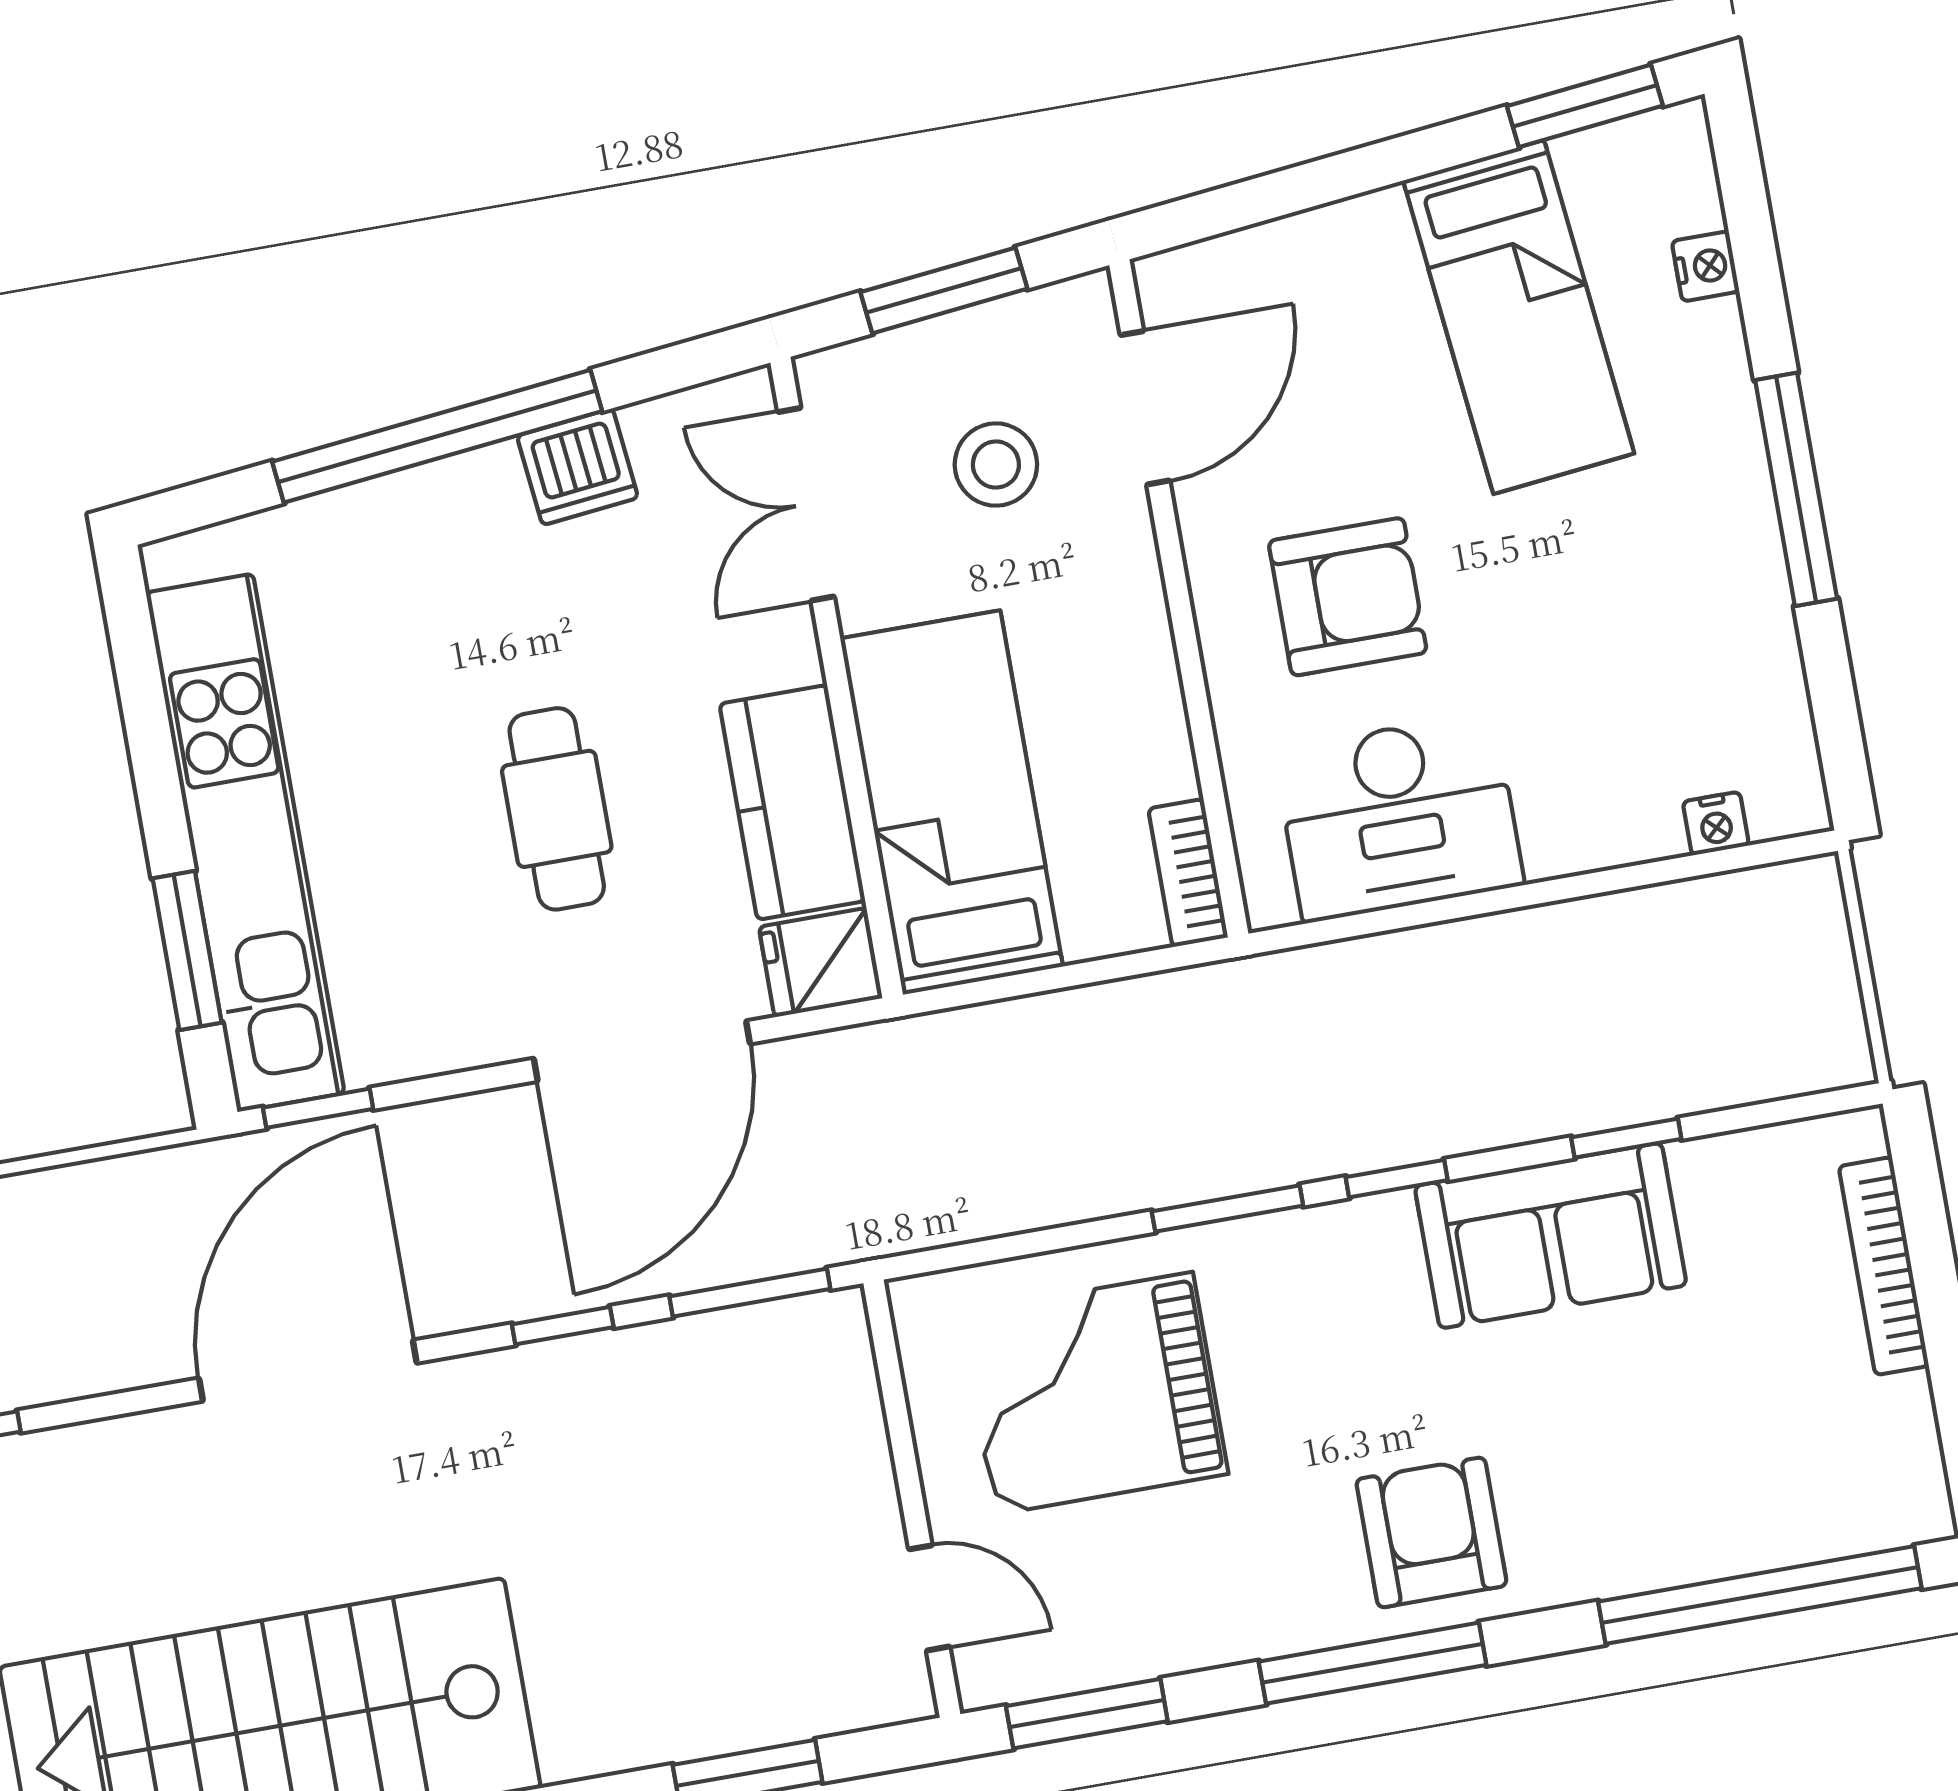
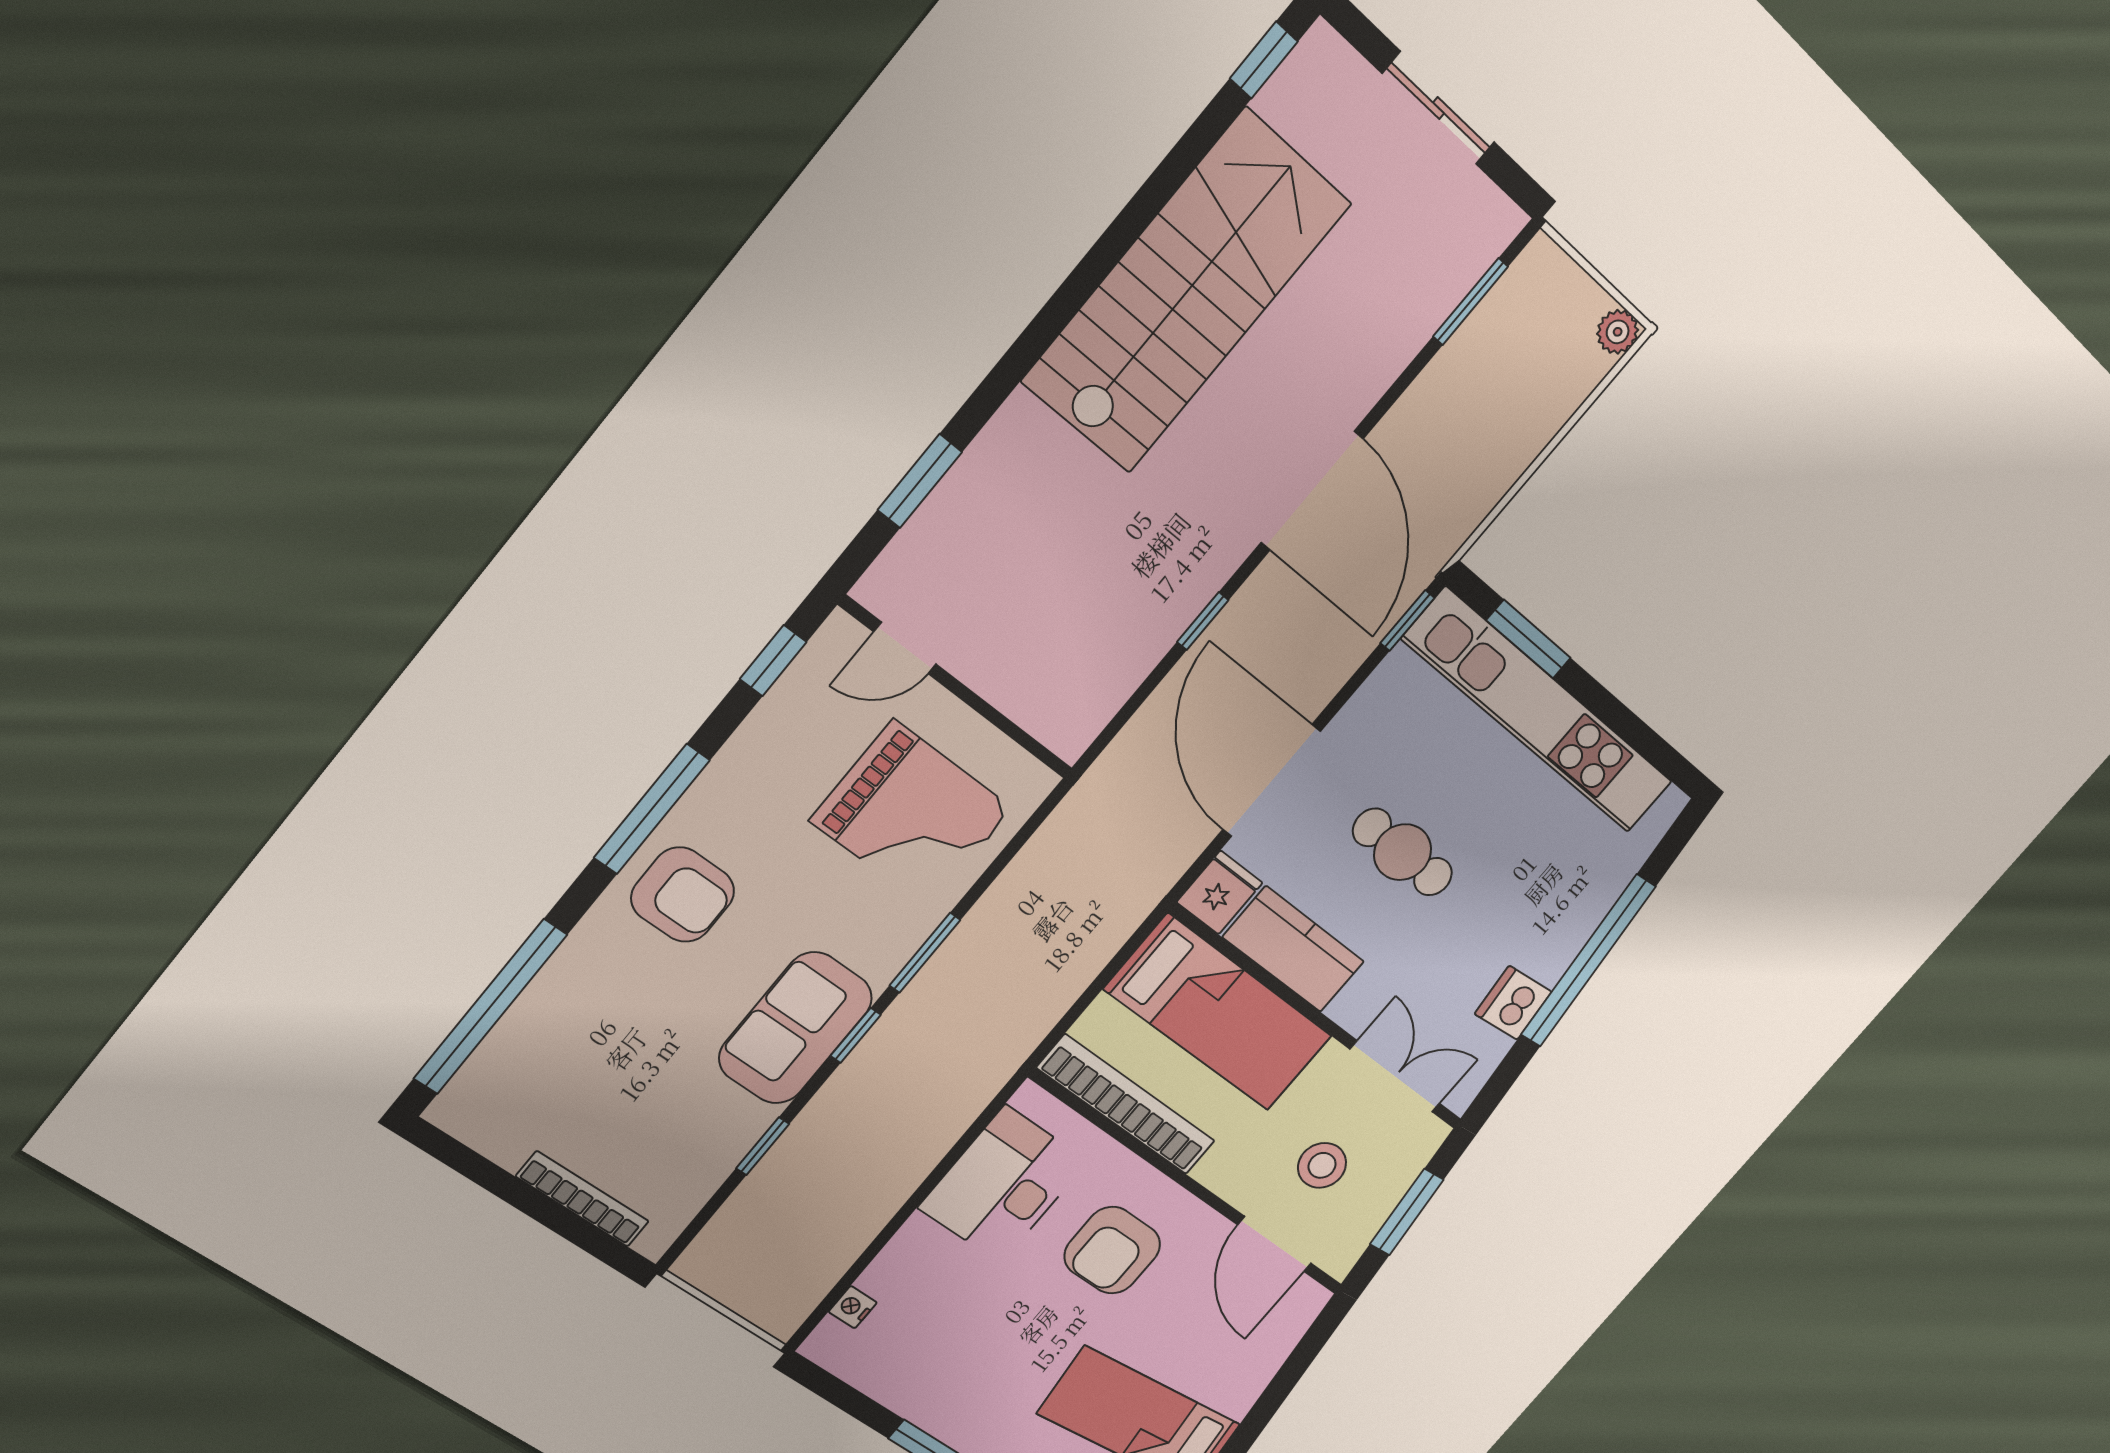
bookcase: (1188, 873) -> (1126, 1105), width x2.31, depth x1.31
sofa: (1551, 1236) -> (796, 1028), moved
window: (750, 1293) -> (1124, 716), removed
grand piano: (1094, 1393) -> (912, 815), turned 90
window: (1087, 1714) -> (773, 661), width x0.67

